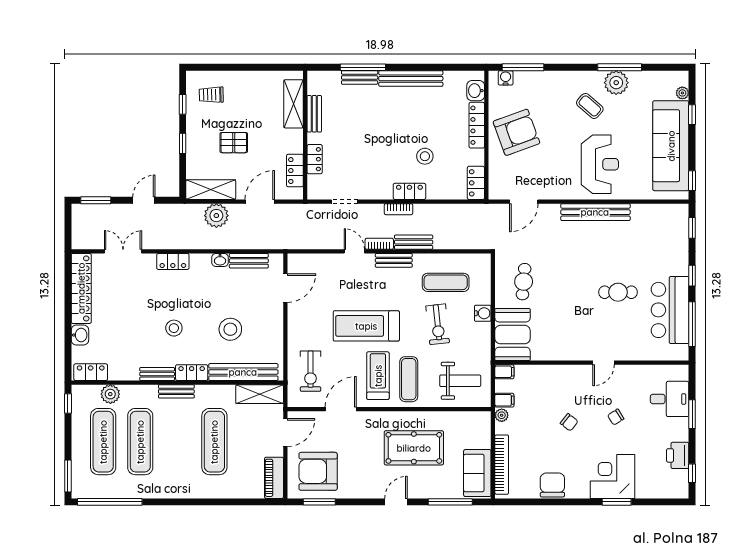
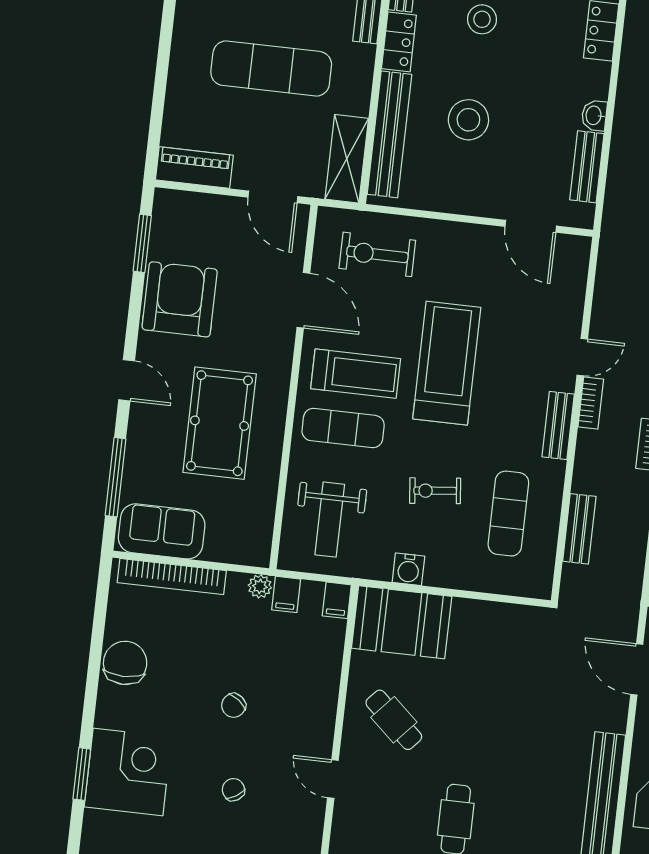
bench: (414, 242) -> (579, 529), moved
cafe table: (524, 282) -> (394, 720), moved, turned 37
water cooler: (483, 313) -> (408, 569), moved
exercise bike: (438, 324) -> (435, 491), width x0.73, depth x0.72
armchair: (318, 471) -> (180, 299), moved
chair: (552, 485) -> (125, 663), turned -90

